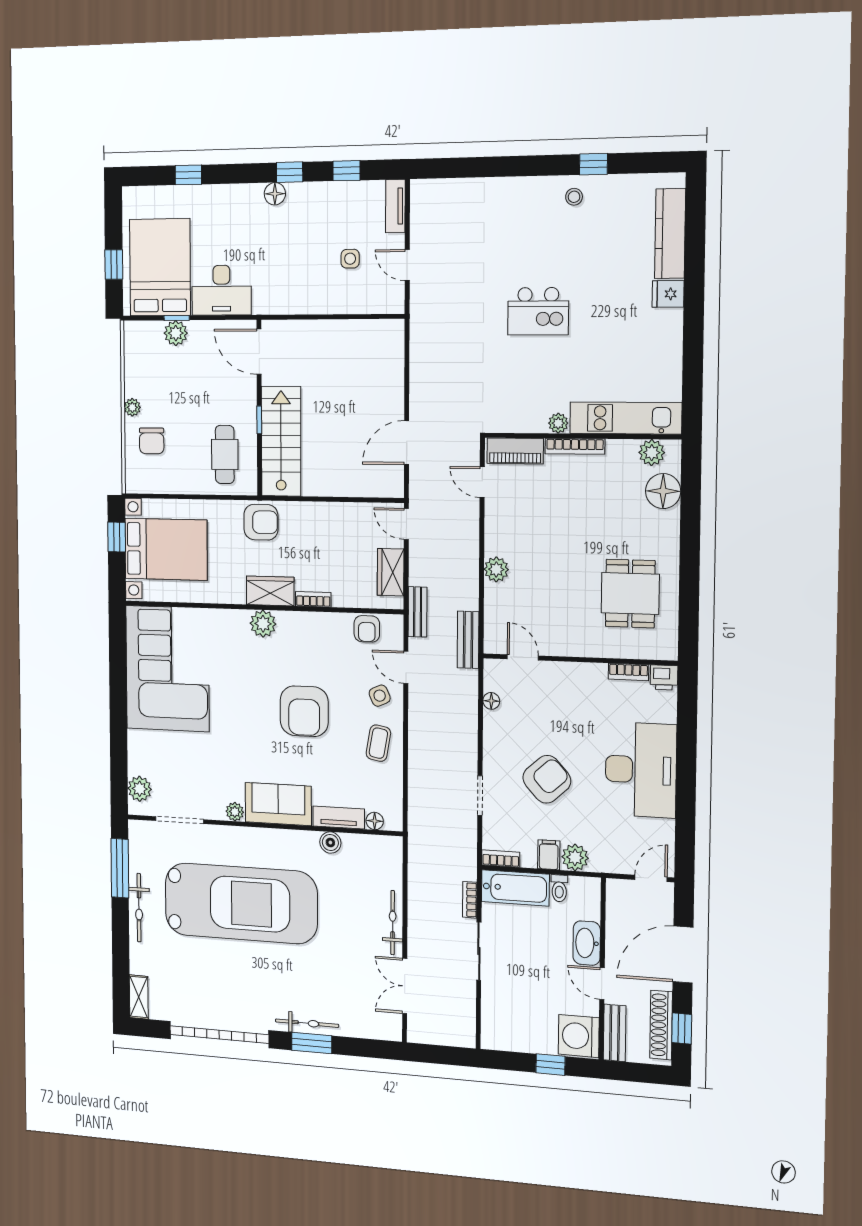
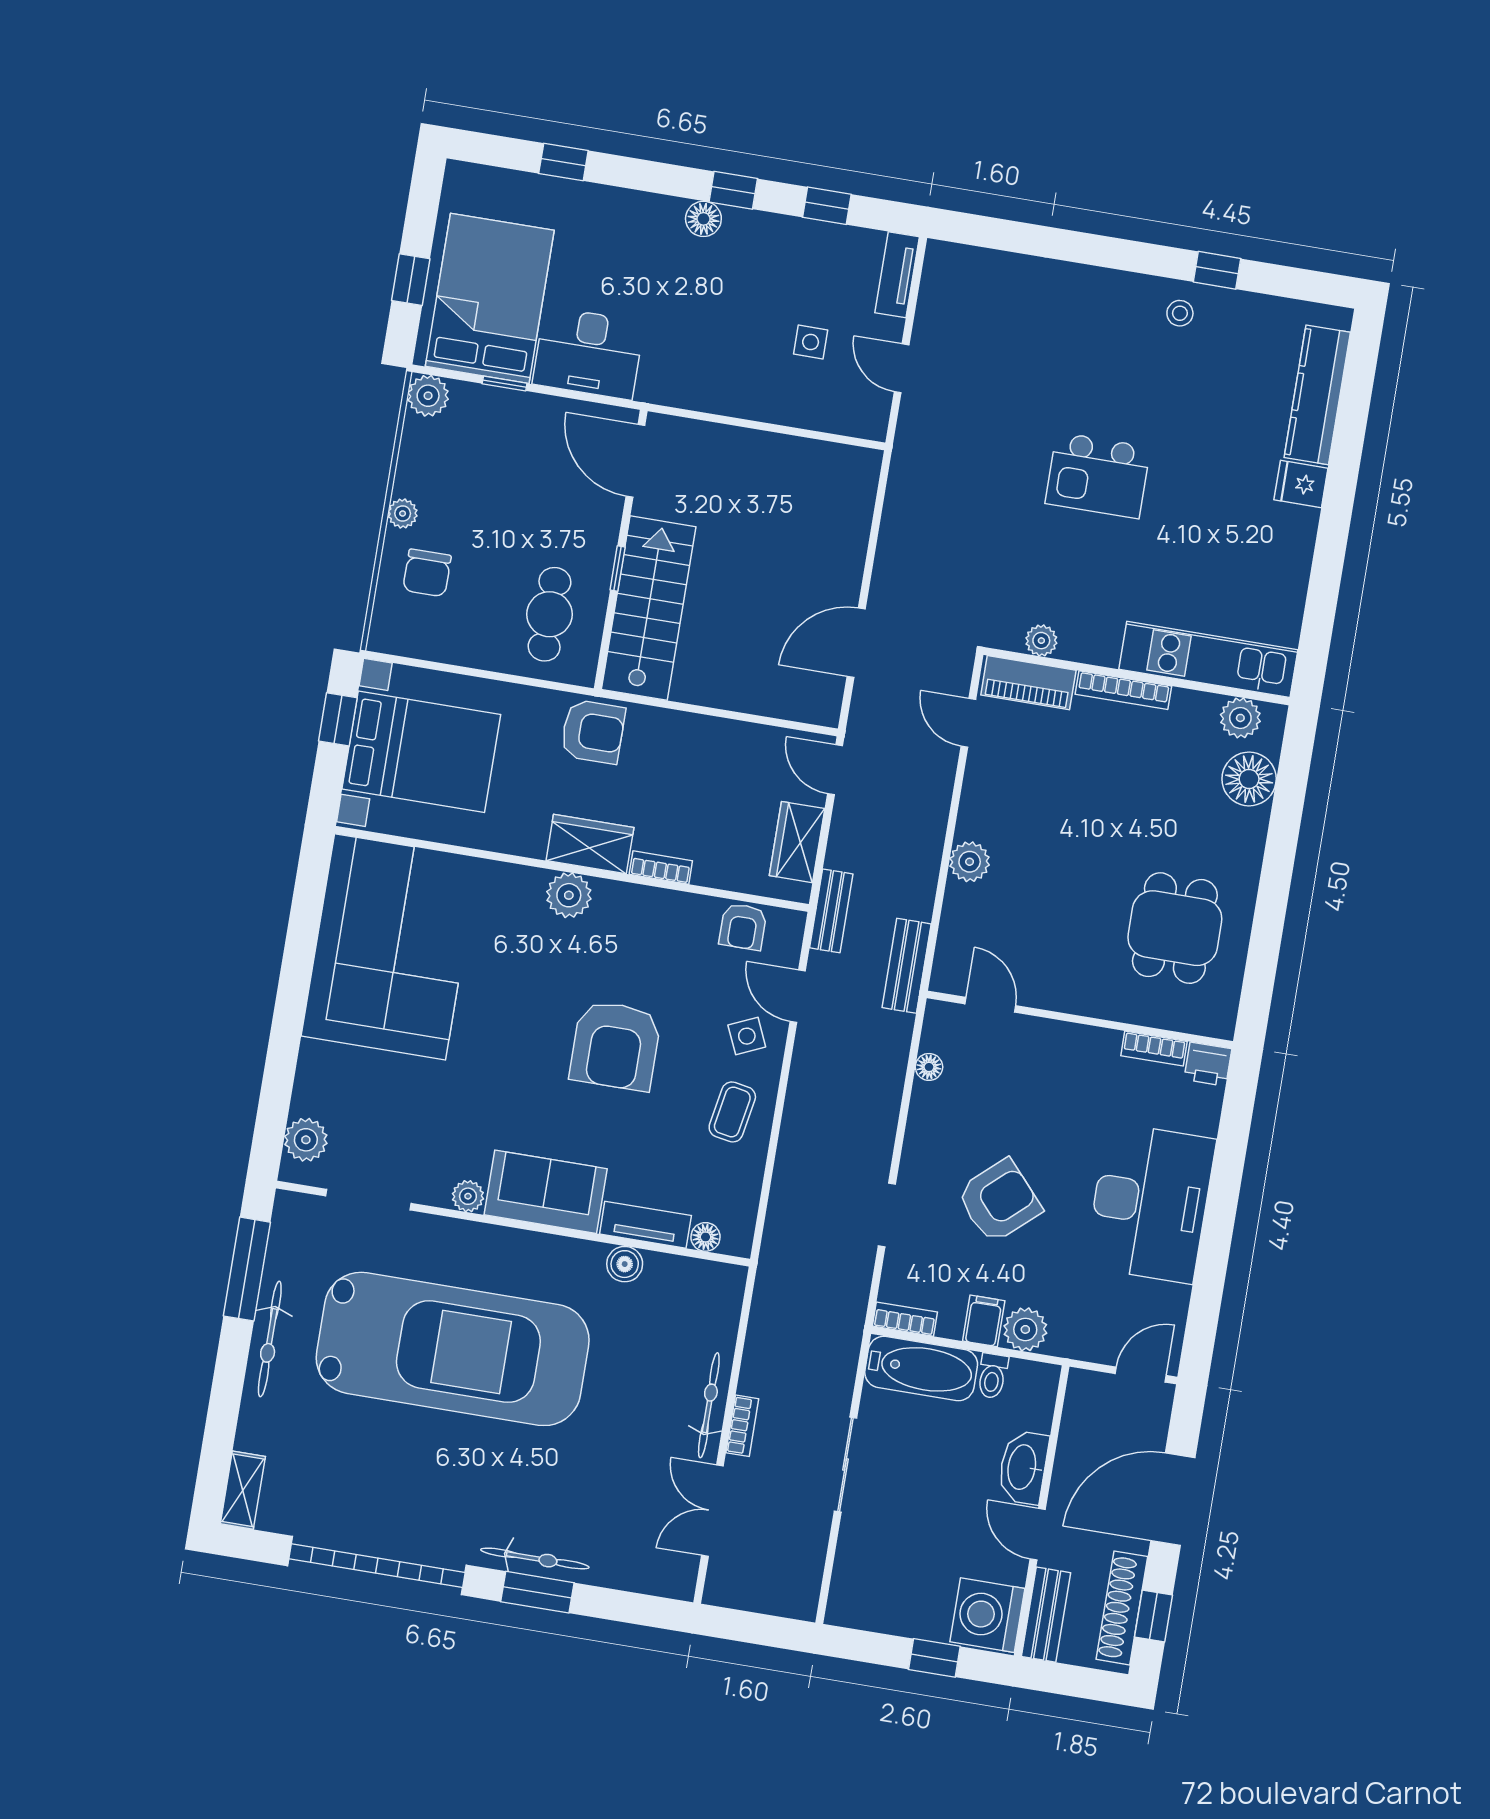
plant: (176, 333) -> (428, 396), moved
plant: (558, 423) -> (1041, 641), moved
bookcase: (470, 900) -> (742, 1426), moved, turned 180

